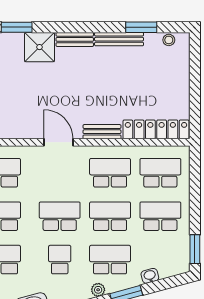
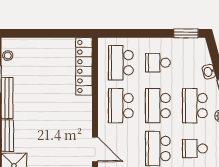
bench: (102, 132) -> (86, 112), removed
door: (59, 142) -> (95, 149), swing flipped
school desk: (160, 216) -> (158, 63), width x0.54

